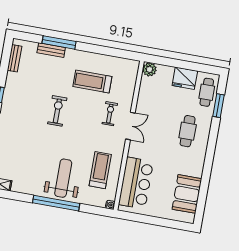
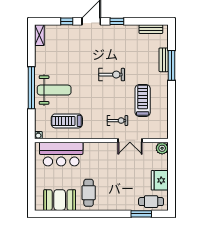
double door: (130, 126) -> (130, 140), moved
cafe table: (188, 131) -> (89, 193), moved, turned 90
treadmill: (100, 170) -> (67, 121), turned 180

